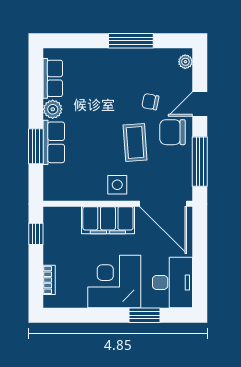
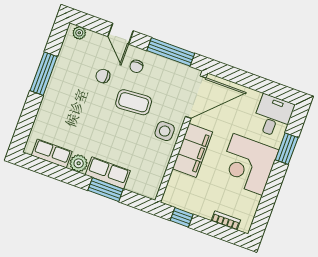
chair: (150, 102) -> (103, 76), turned 79
chair: (173, 132) -> (136, 66), width x0.54, depth x0.54
desk: (173, 282) -> (273, 116), width x0.73

